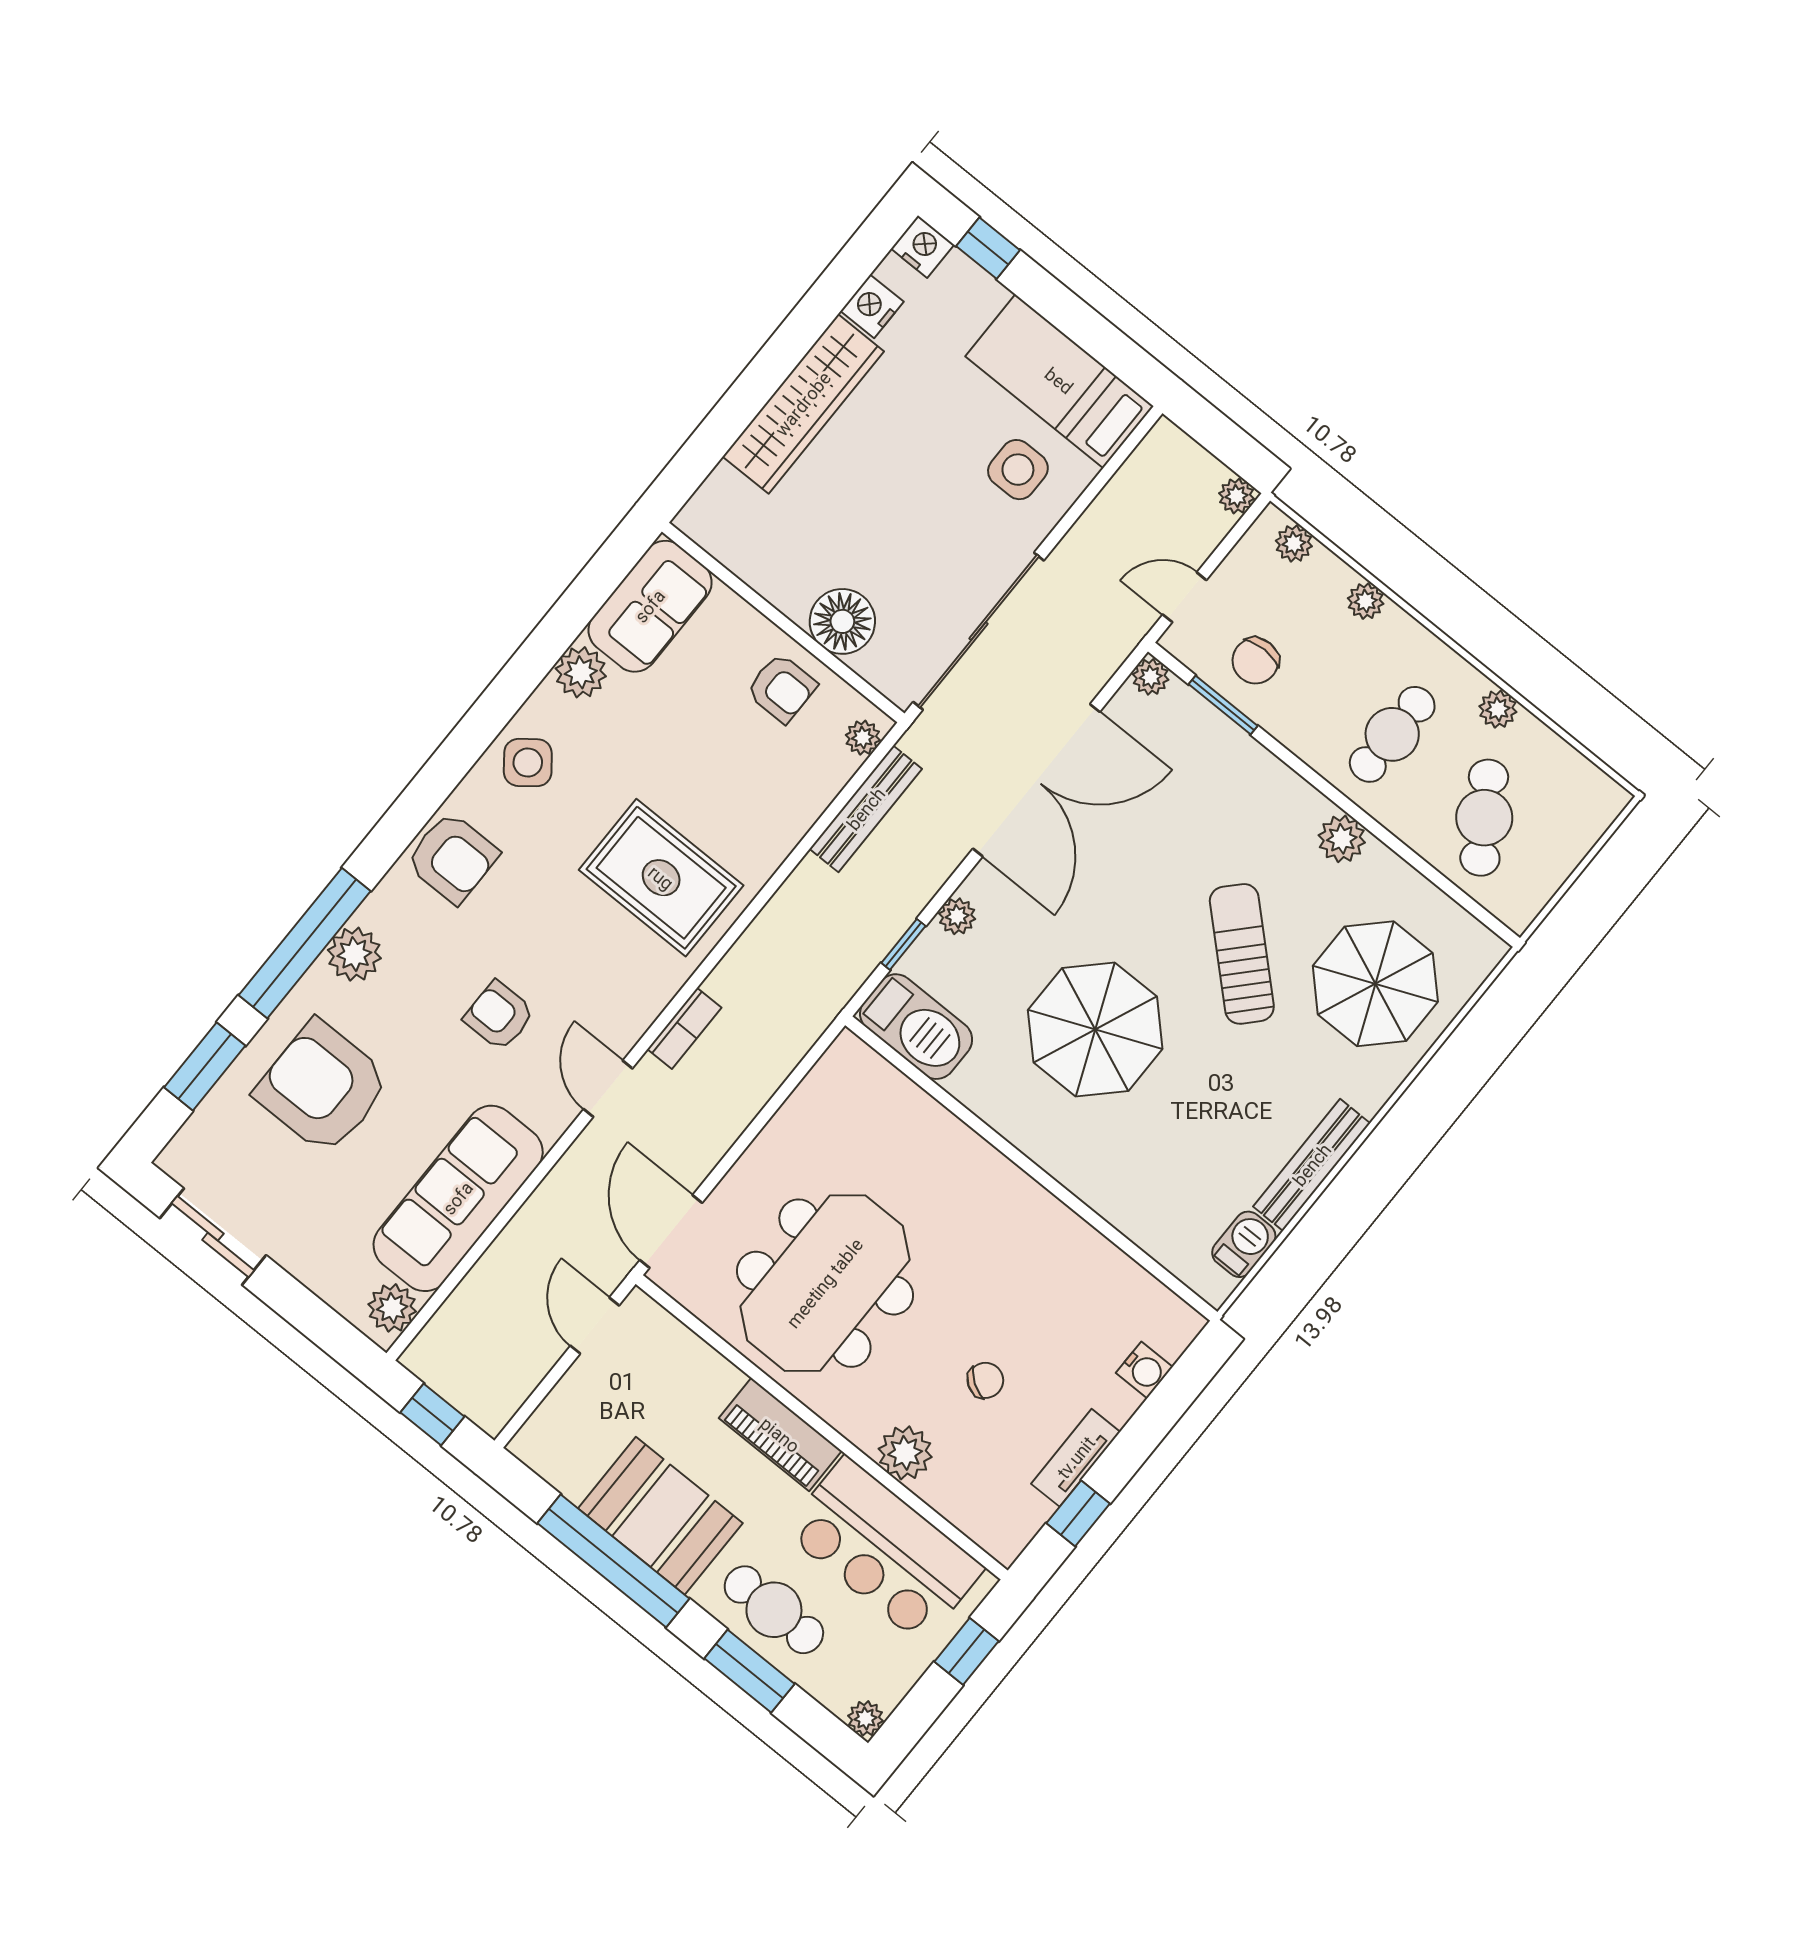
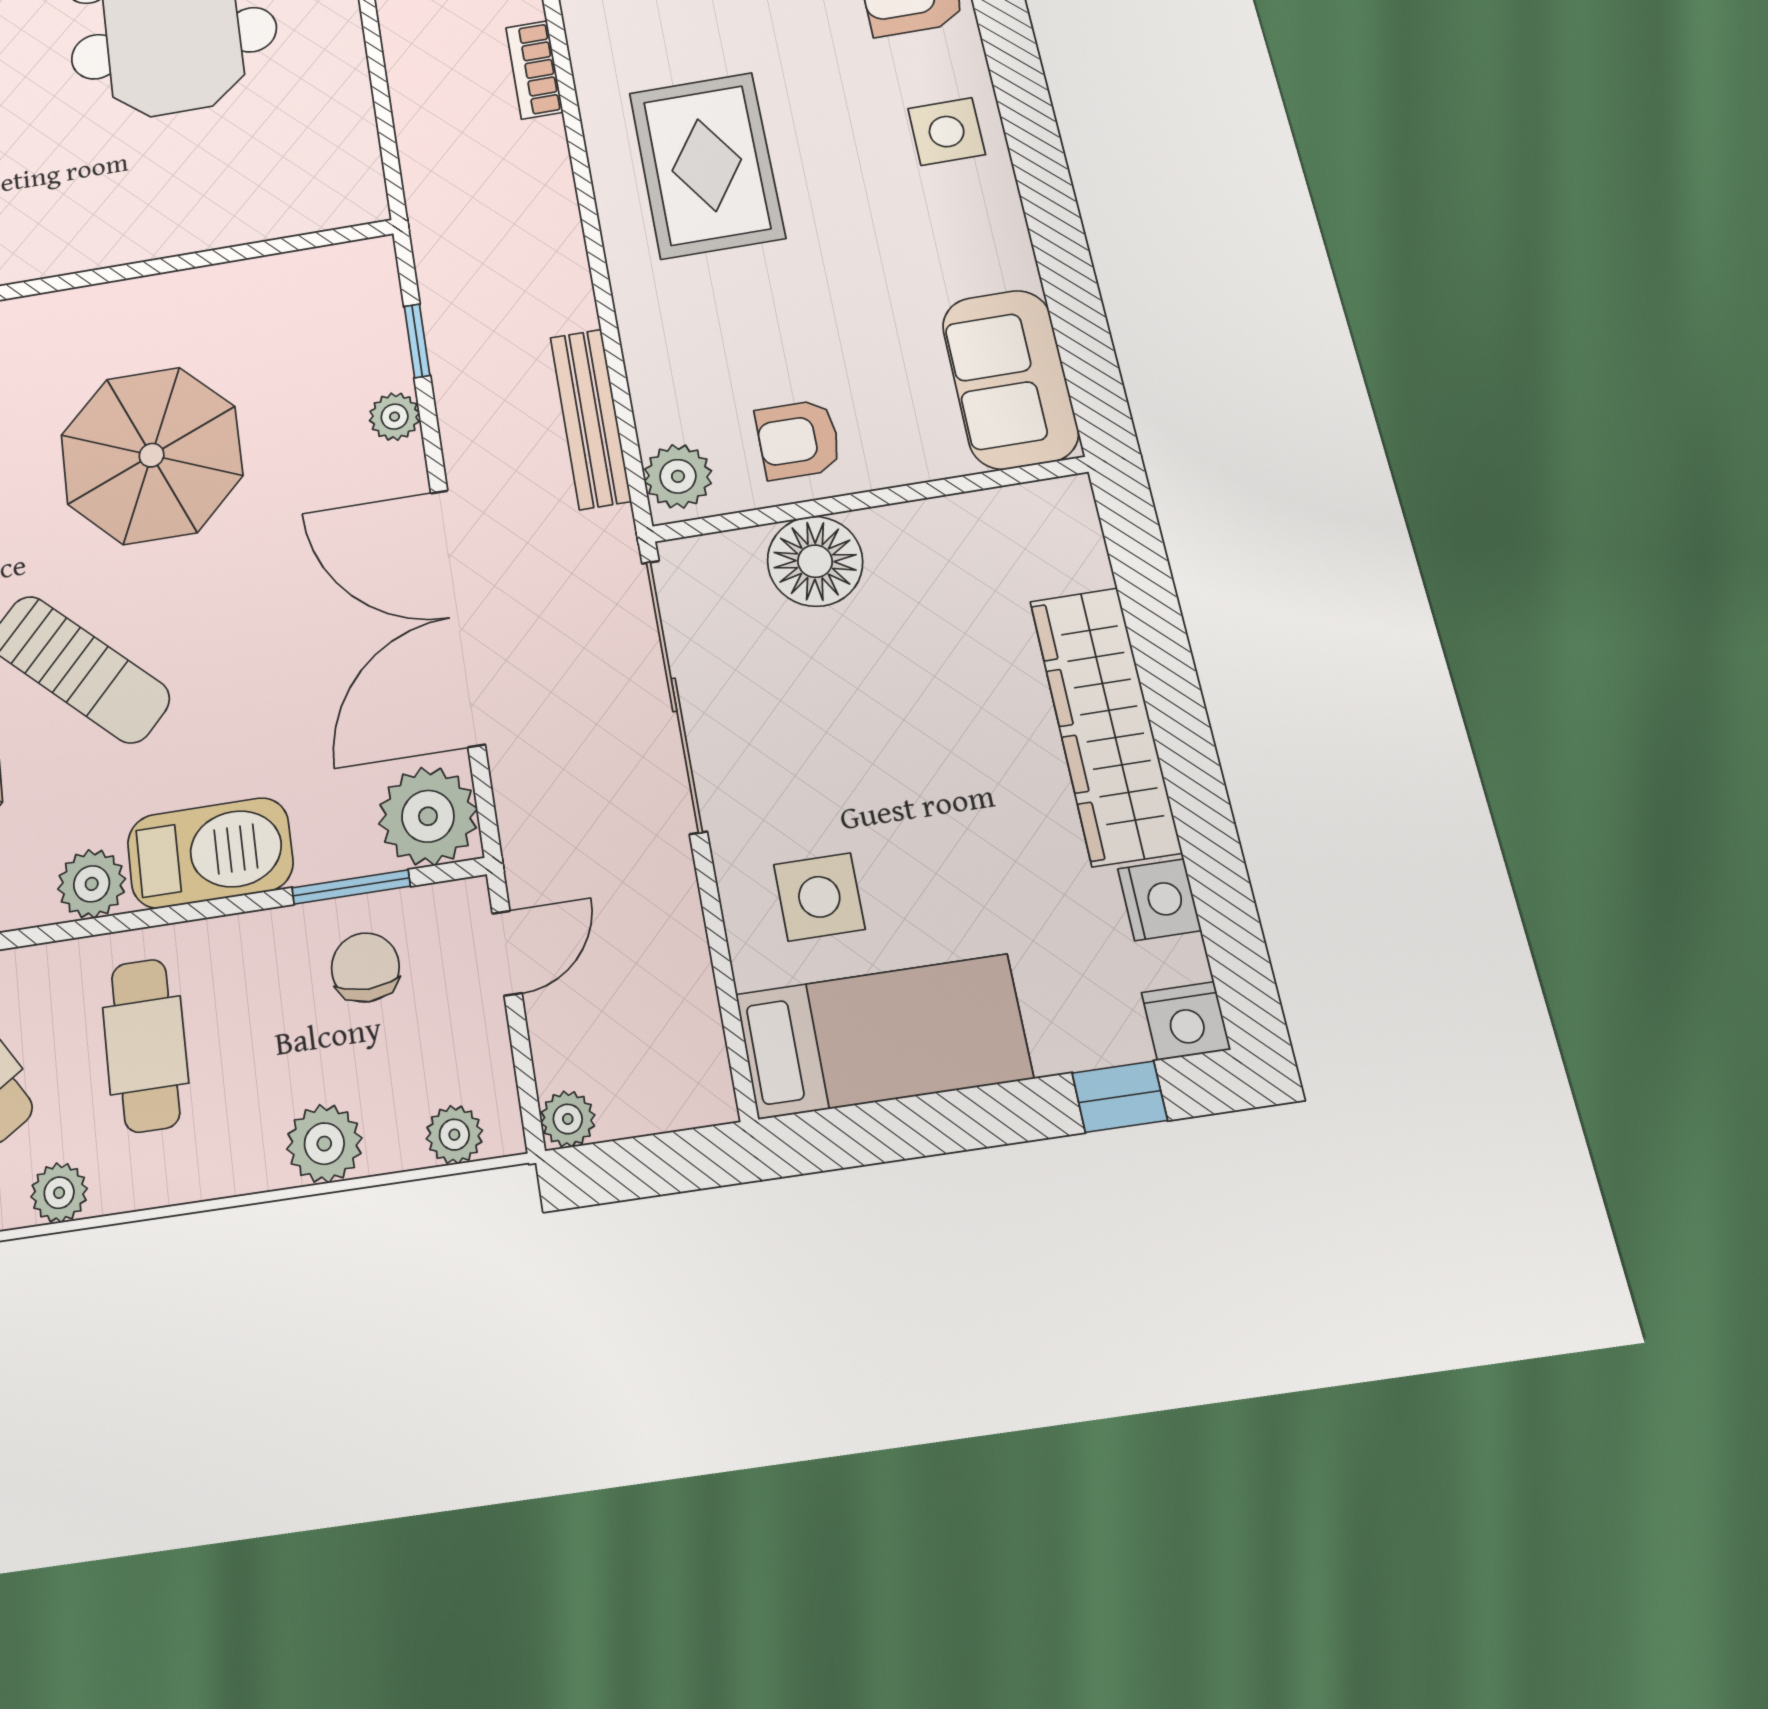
plant: (1366, 601) -> (324, 1144), width x1.38, depth x1.38
plant: (581, 672) -> (998, 255), removed
plant: (1151, 677) -> (428, 816), width x1.88, depth x1.88
plant: (863, 738) -> (678, 476), width x1.38, depth x1.38
side table: (528, 763) -> (947, 132), turned 38
rug: (661, 878) -> (707, 165), turned 90
barbecue: (916, 1027) -> (210, 853), moved, turned 180

